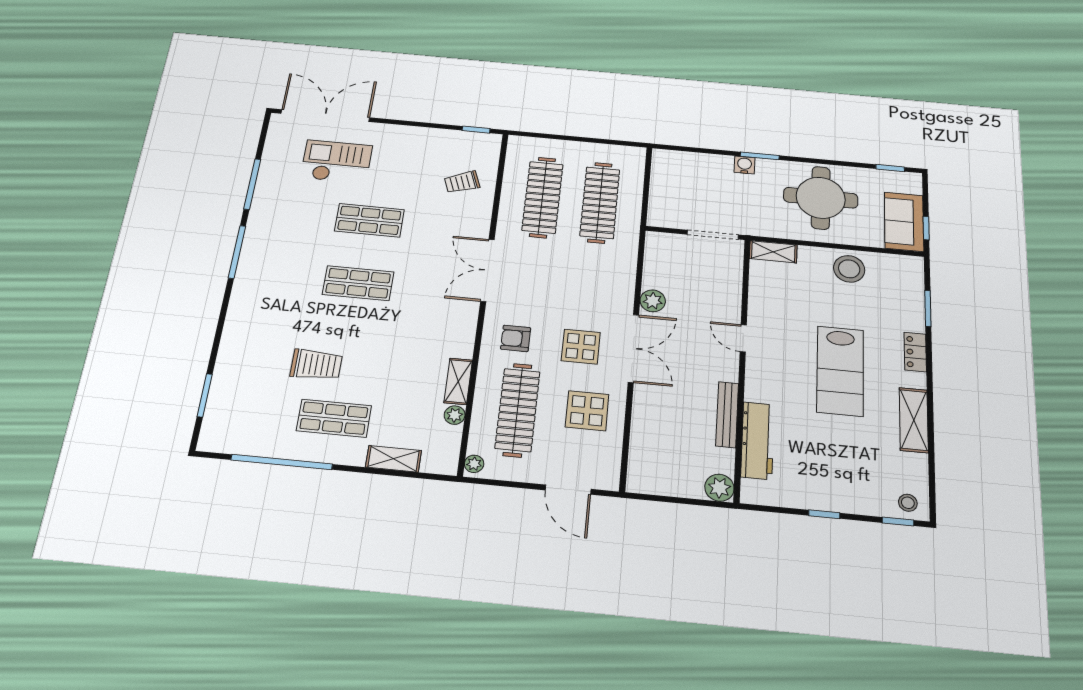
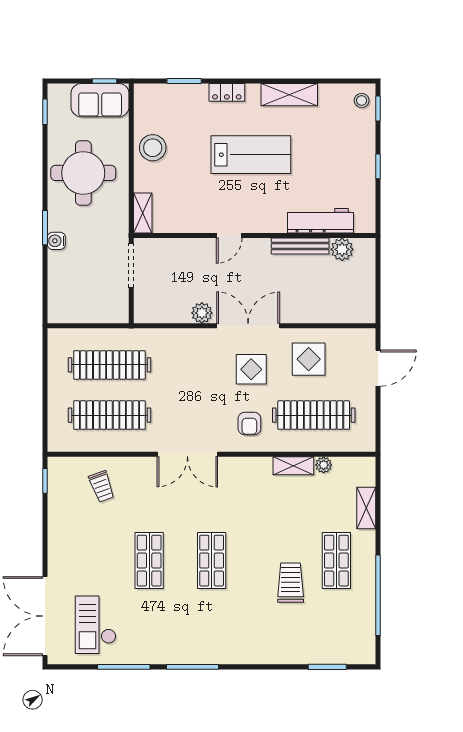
checkout: (336, 162) -> (96, 625), moved
plant: (474, 464) -> (364, 444), removed
plant: (719, 488) -> (342, 249), moved

